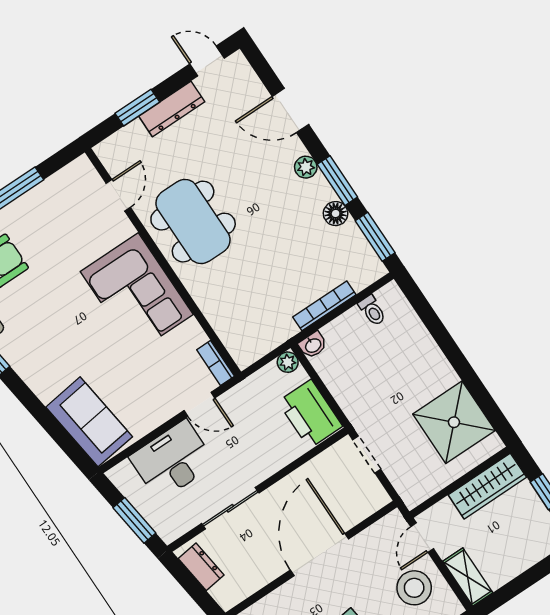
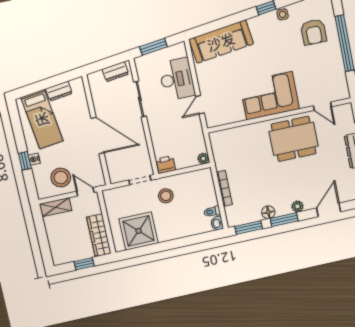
washbasin: (313, 345) -> (217, 223), moved
bookcase: (216, 363) -> (218, 121), removed
stool: (376, 400) -> (166, 196), added
printer: (310, 414) -> (166, 165), width x0.53, depth x0.68
sofa: (89, 422) -> (221, 42), width x1.36

